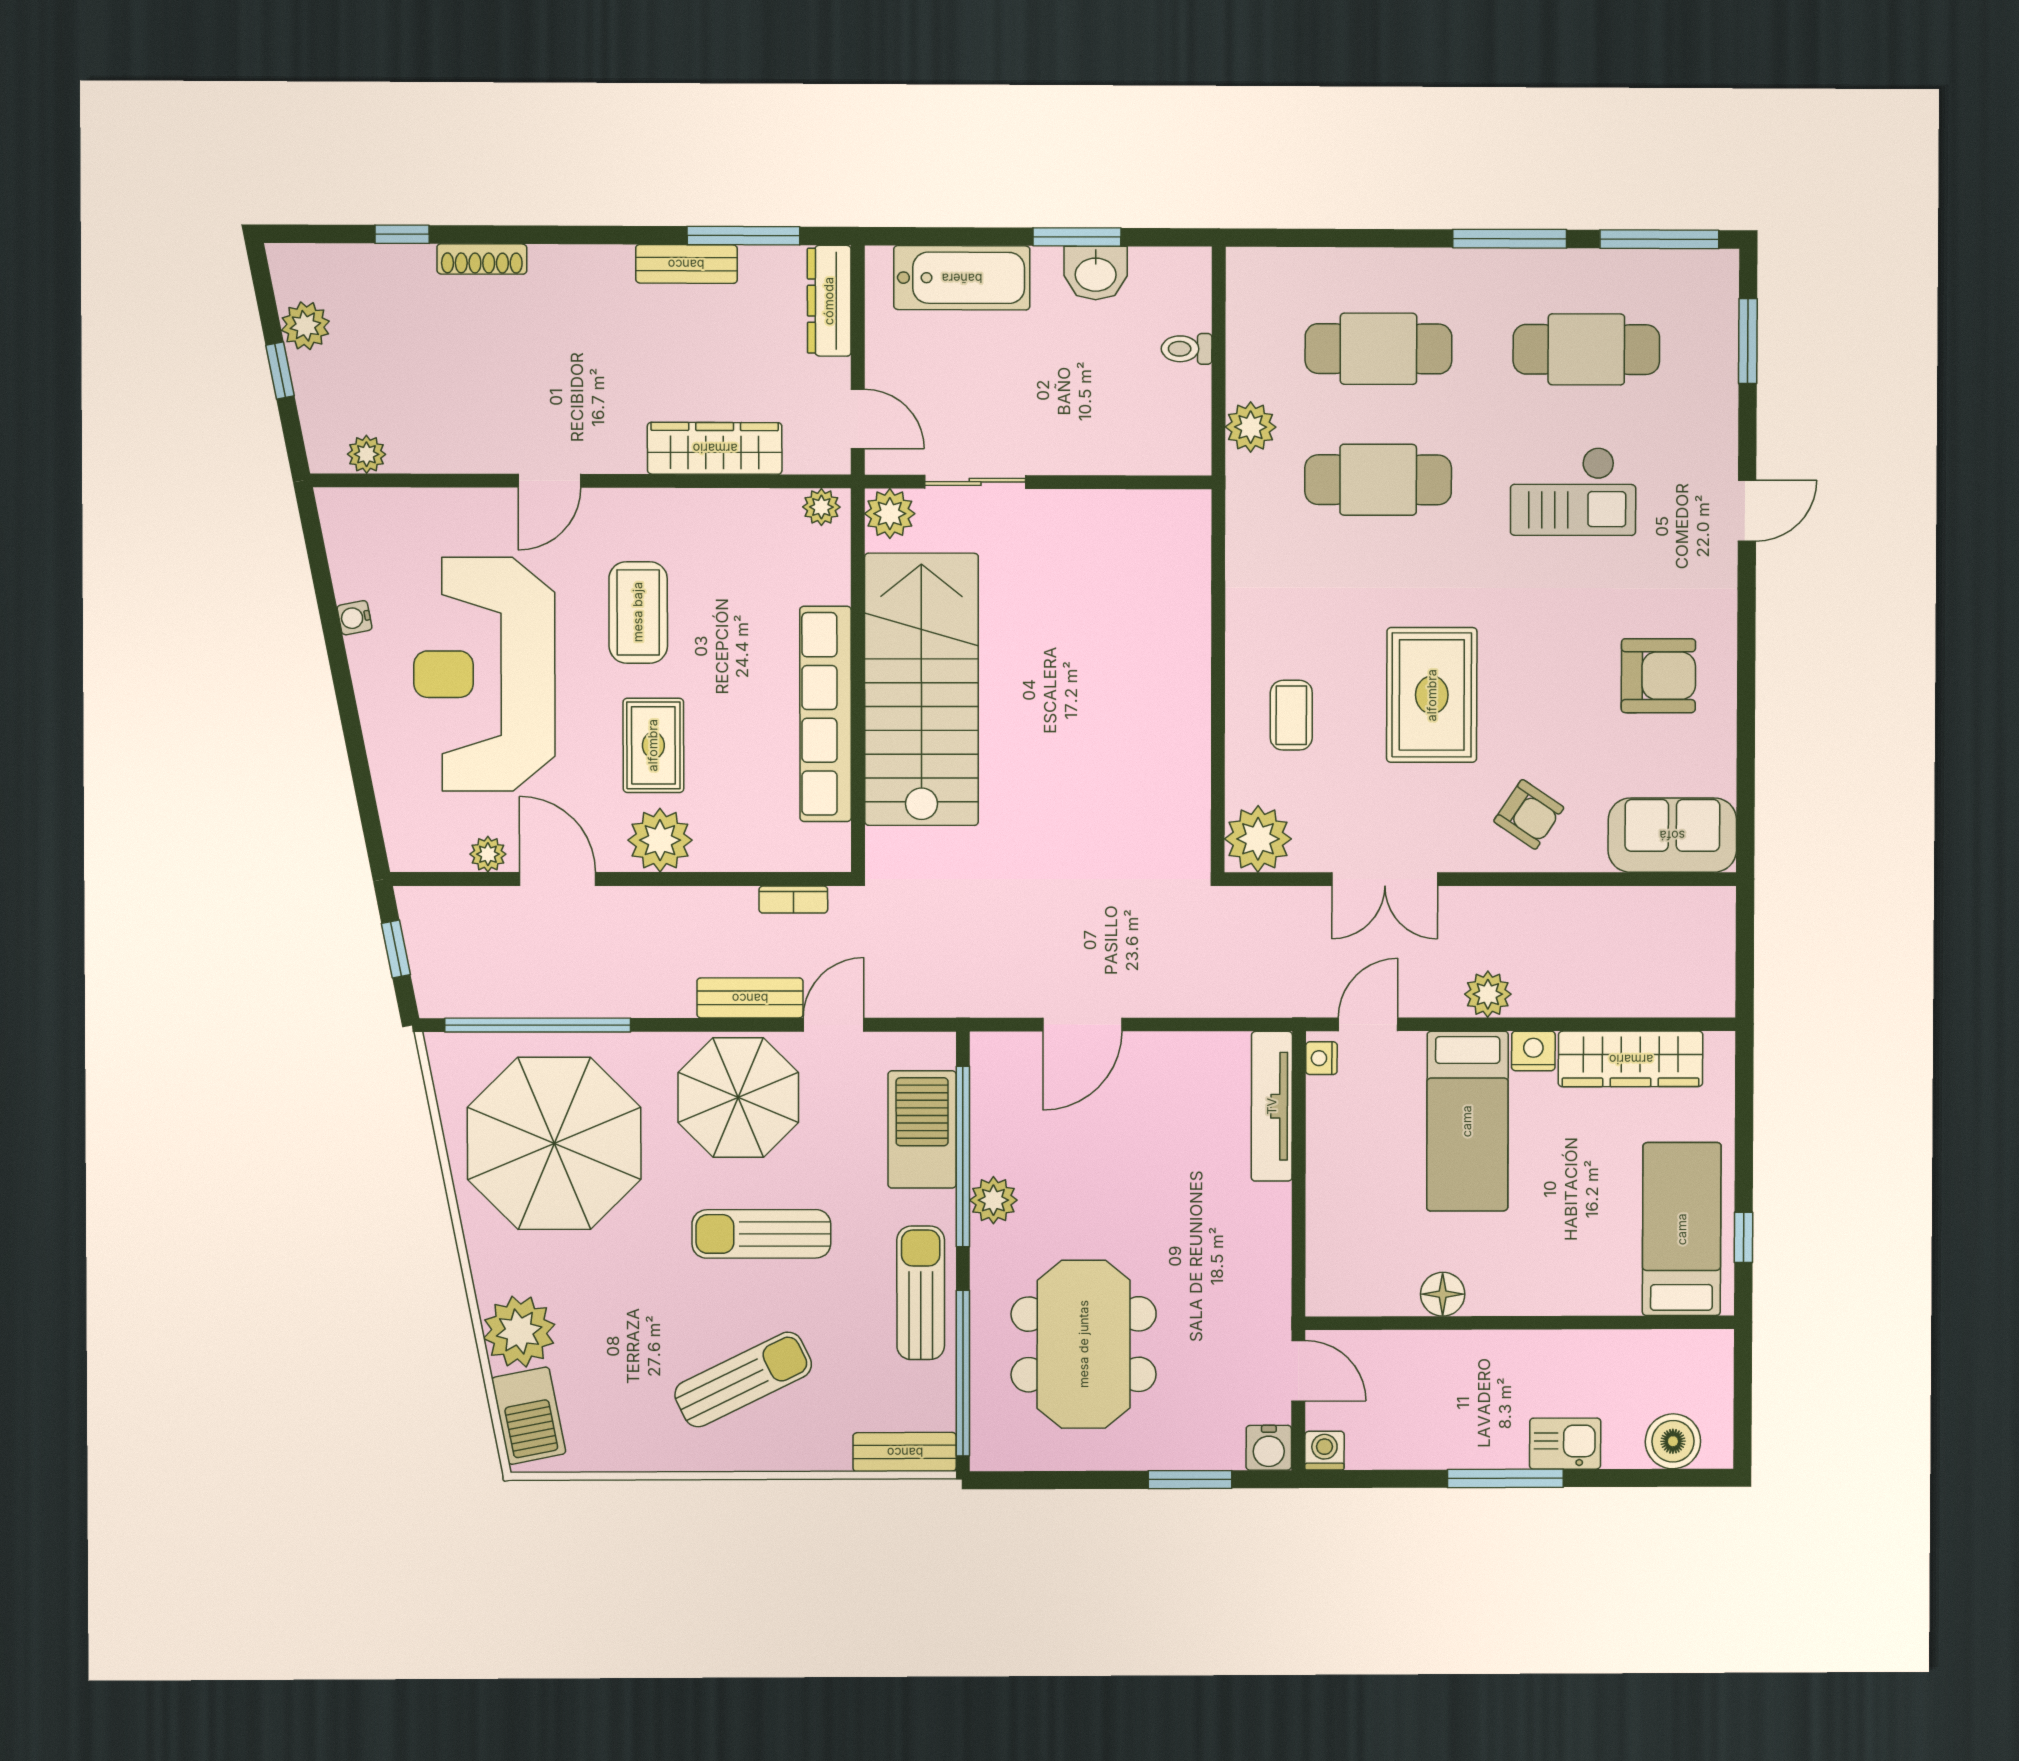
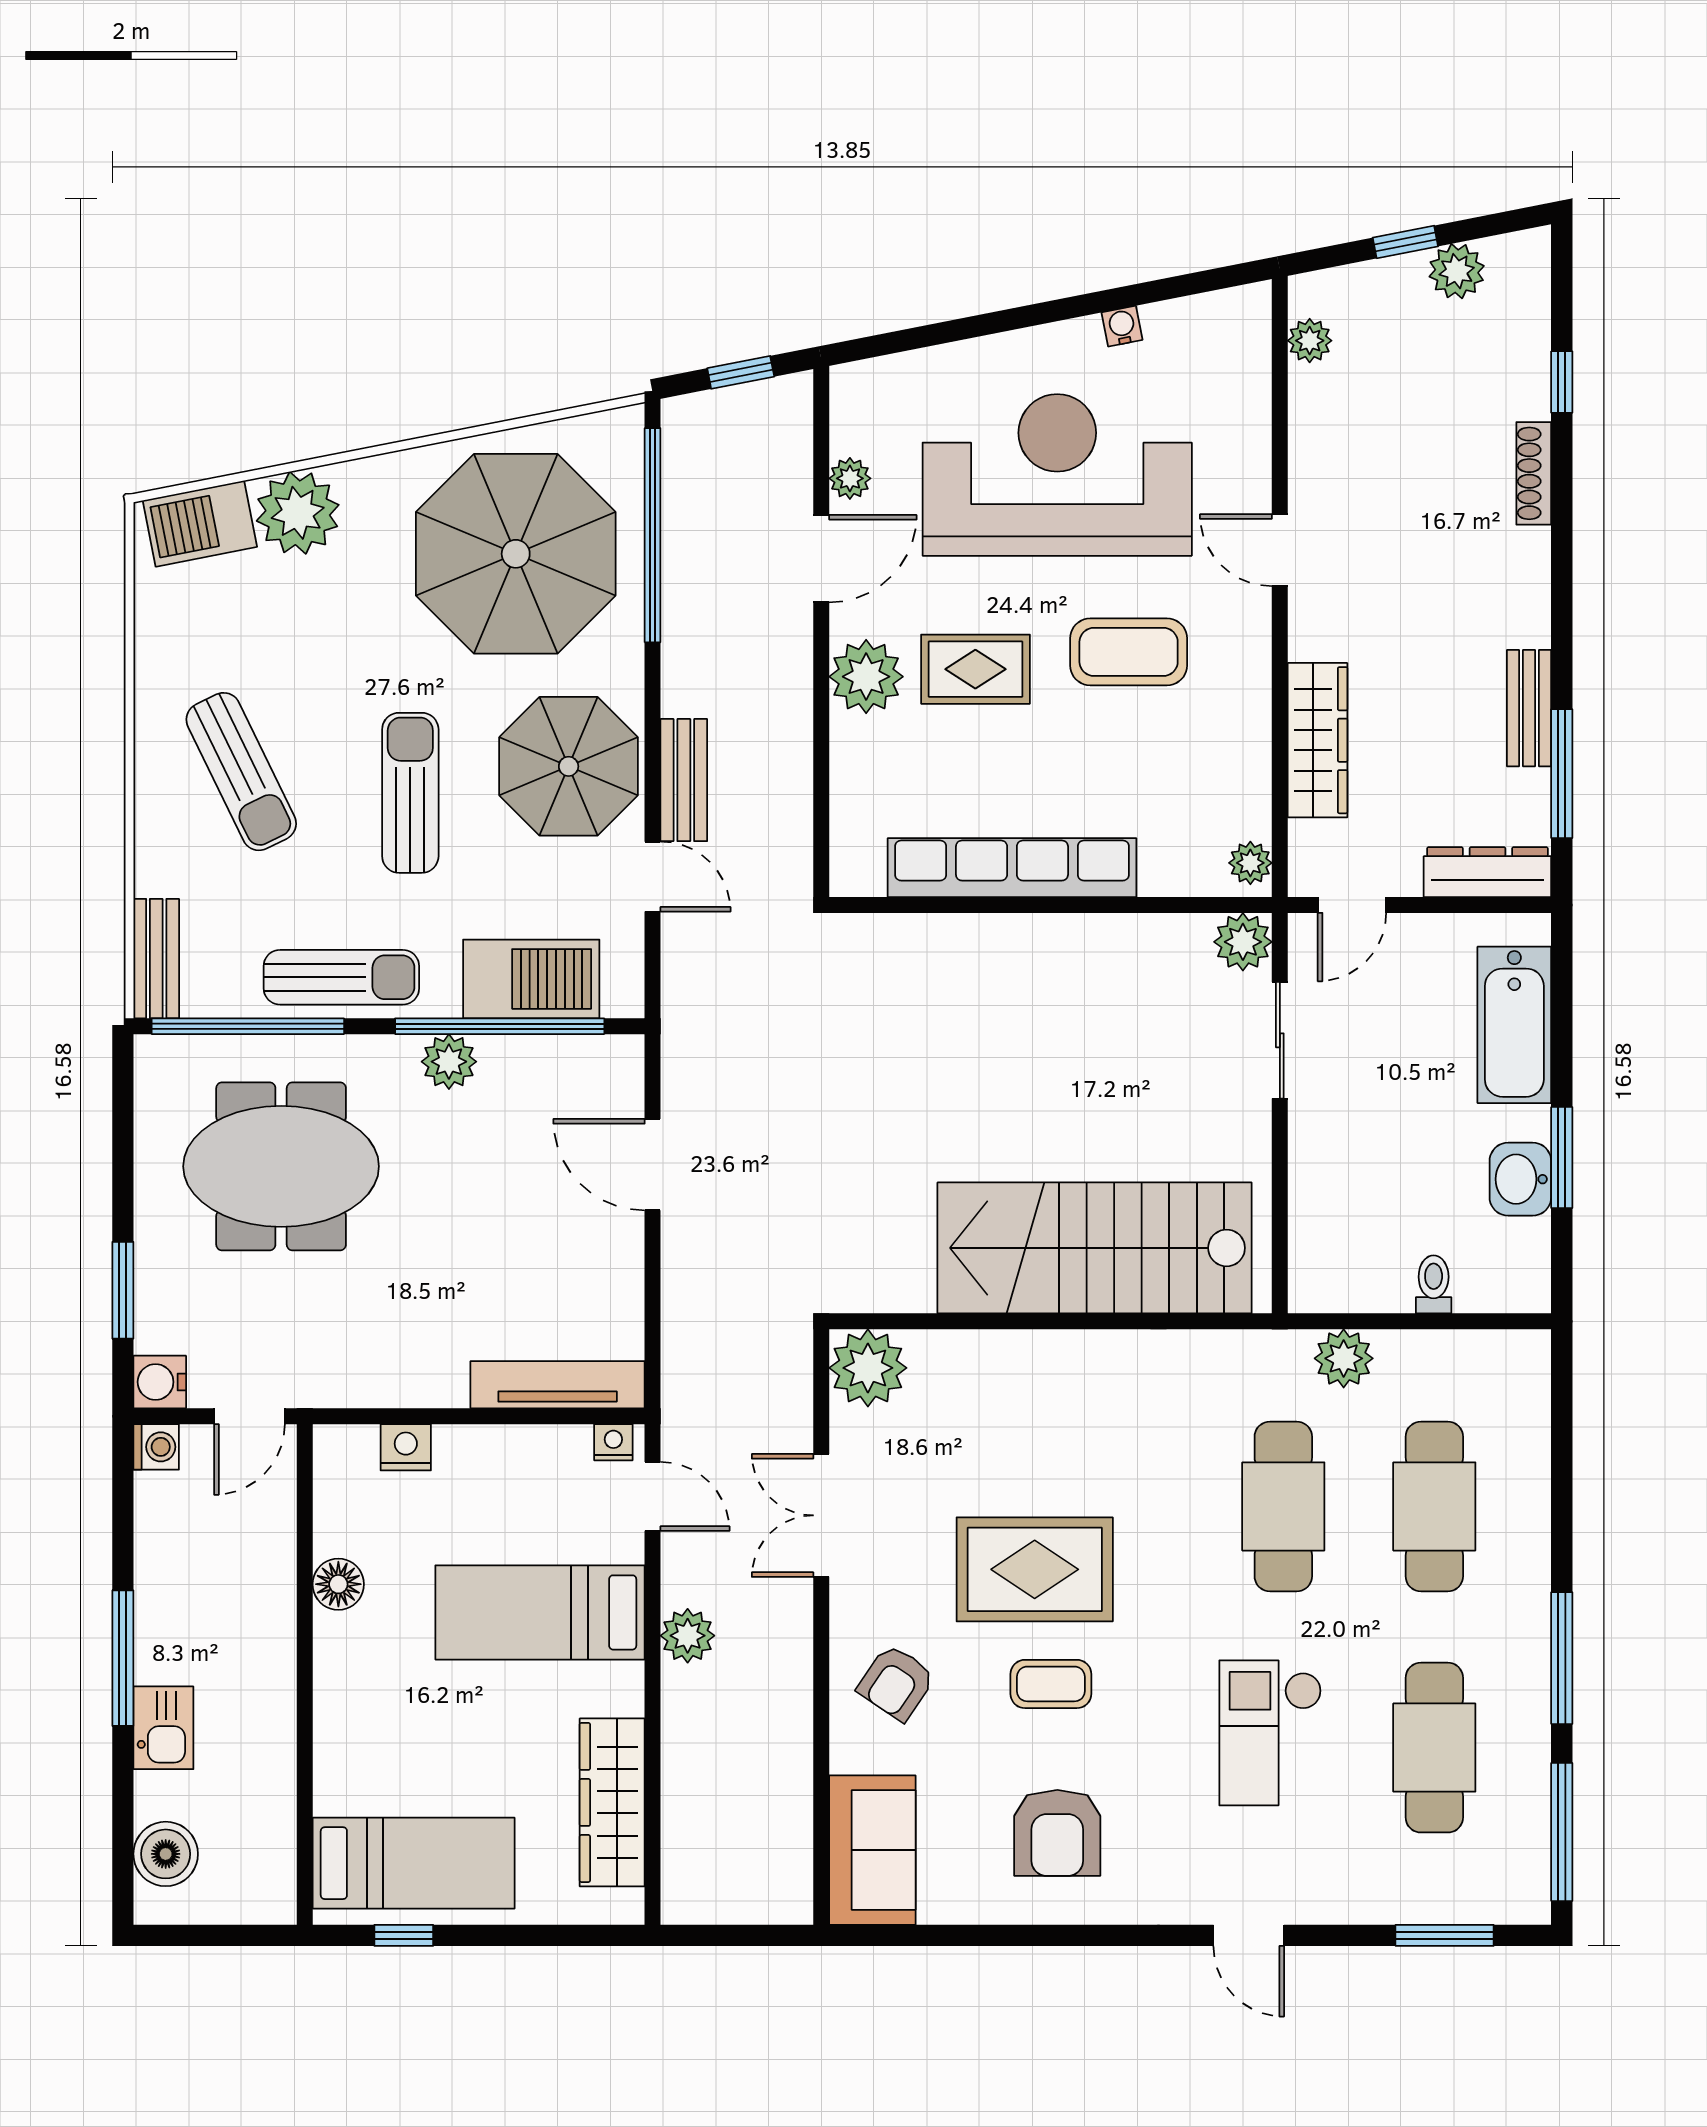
stairs: (922, 689) -> (1095, 1248), moved, turned 180
coffee table: (1291, 715) -> (1051, 1684), moved
bookcase: (793, 900) -> (798, 830), removed
nightstand: (1533, 1051) -> (406, 1447), moved, turned -90

